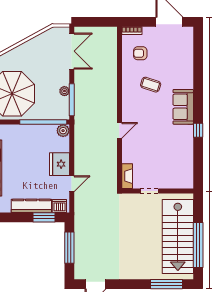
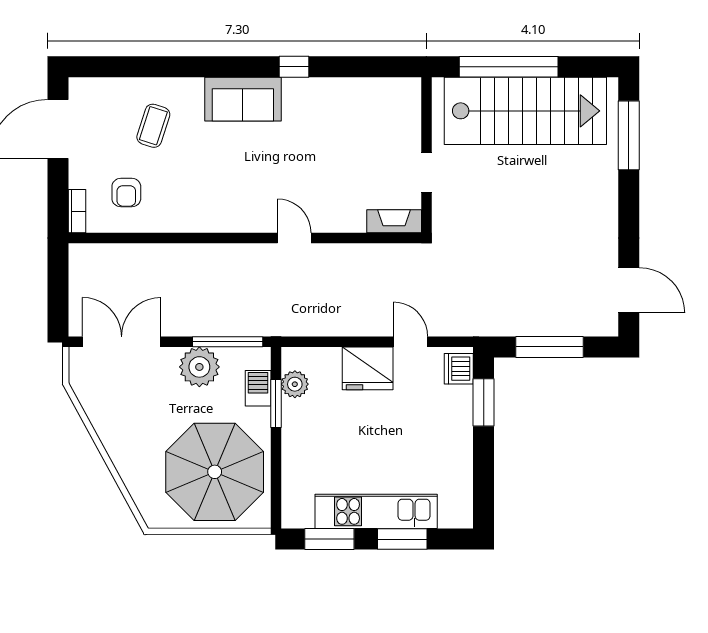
coffee table: (151, 85) -> (153, 126), moved
plant: (64, 91) -> (199, 367), width x1.88, depth x1.88
barbecue: (50, 114) -> (258, 388), added
window: (43, 122) -> (276, 404), width x0.47
plant: (63, 131) -> (295, 384), moved
kitchen counter: (31, 206) -> (459, 430), removed
window: (198, 245) -> (509, 67), moved

